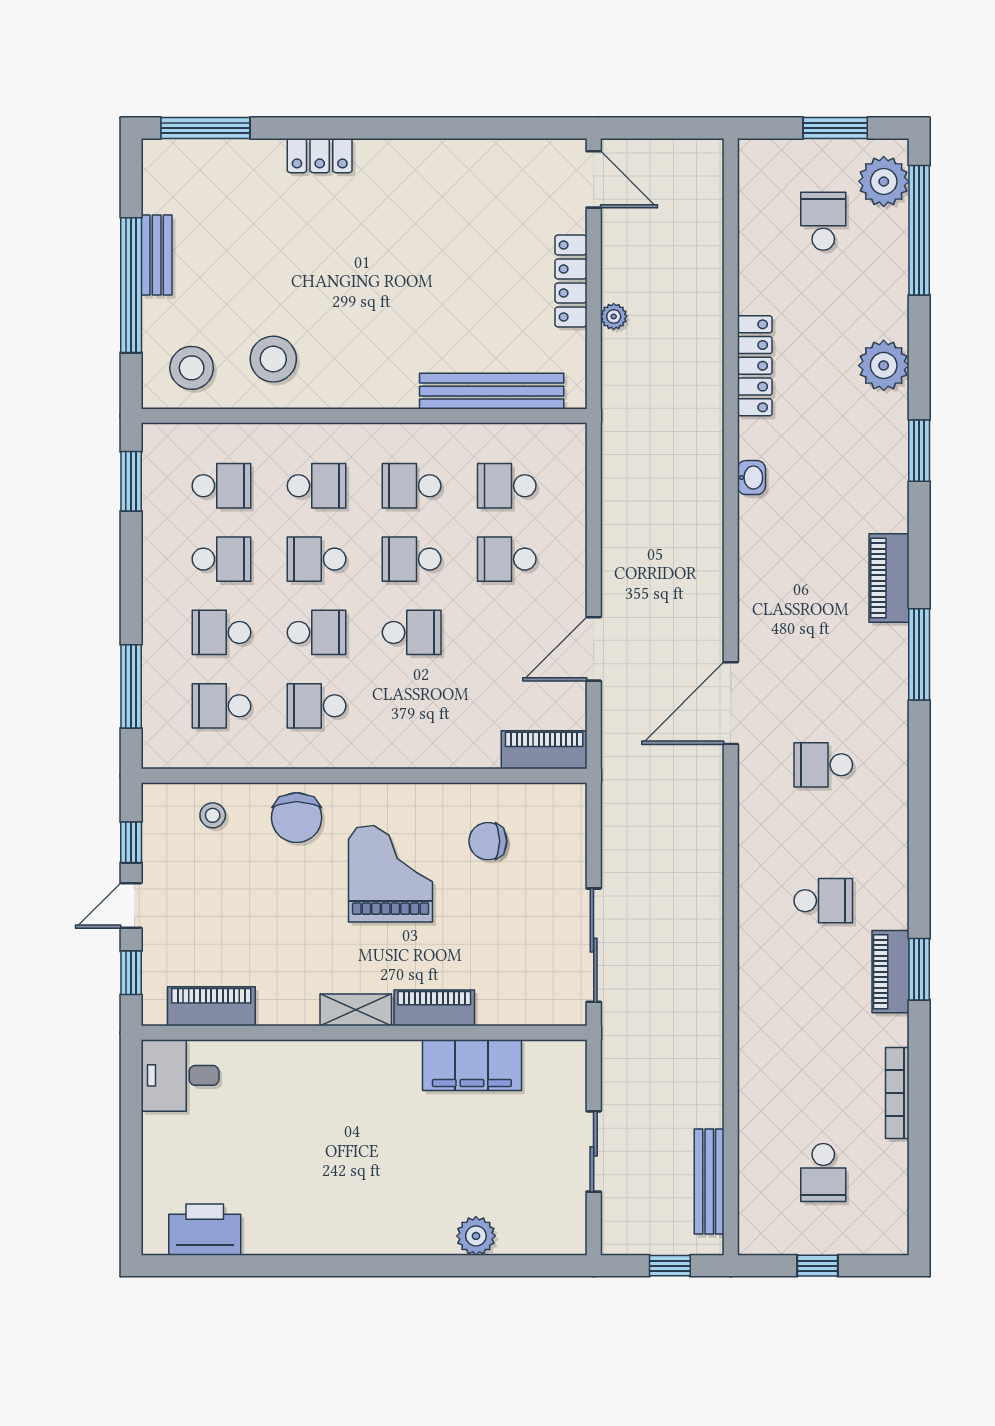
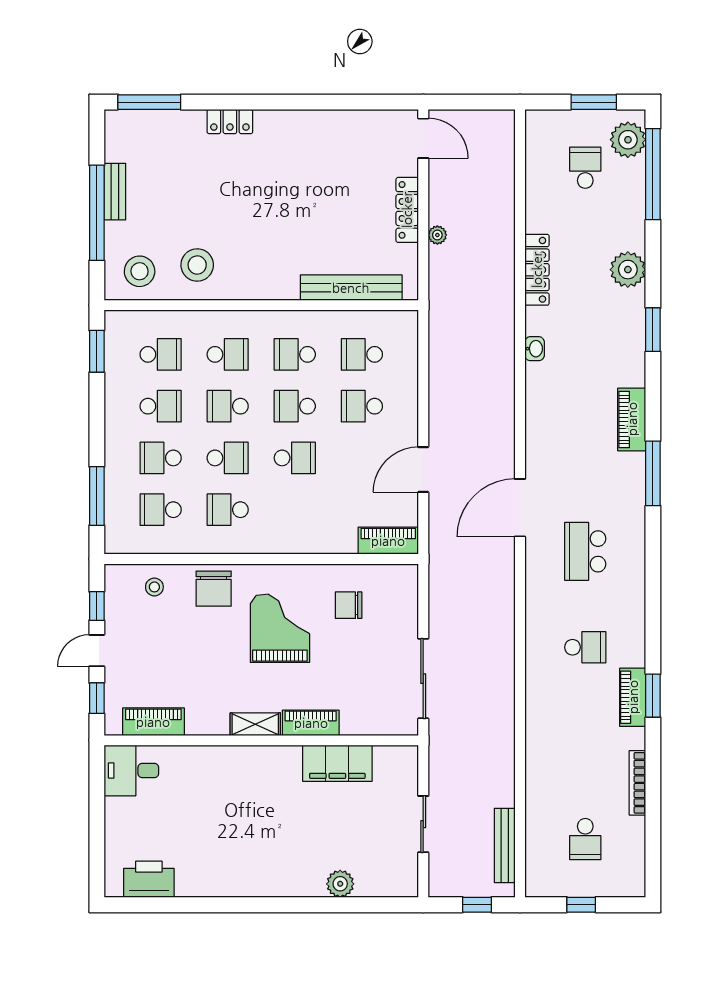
school desk: (823, 765) -> (585, 551), width x1.85

